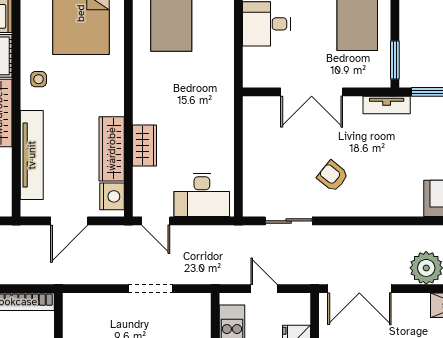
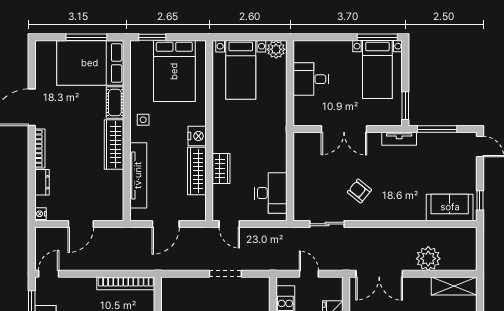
desk: (202, 195) -> (271, 193), moved, turned -90
nightstand: (112, 196) -> (197, 136), moved

